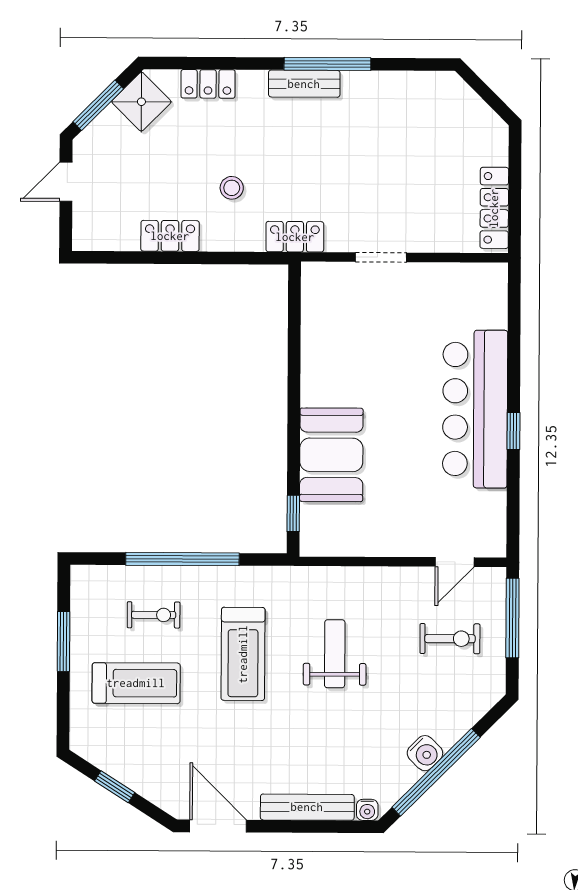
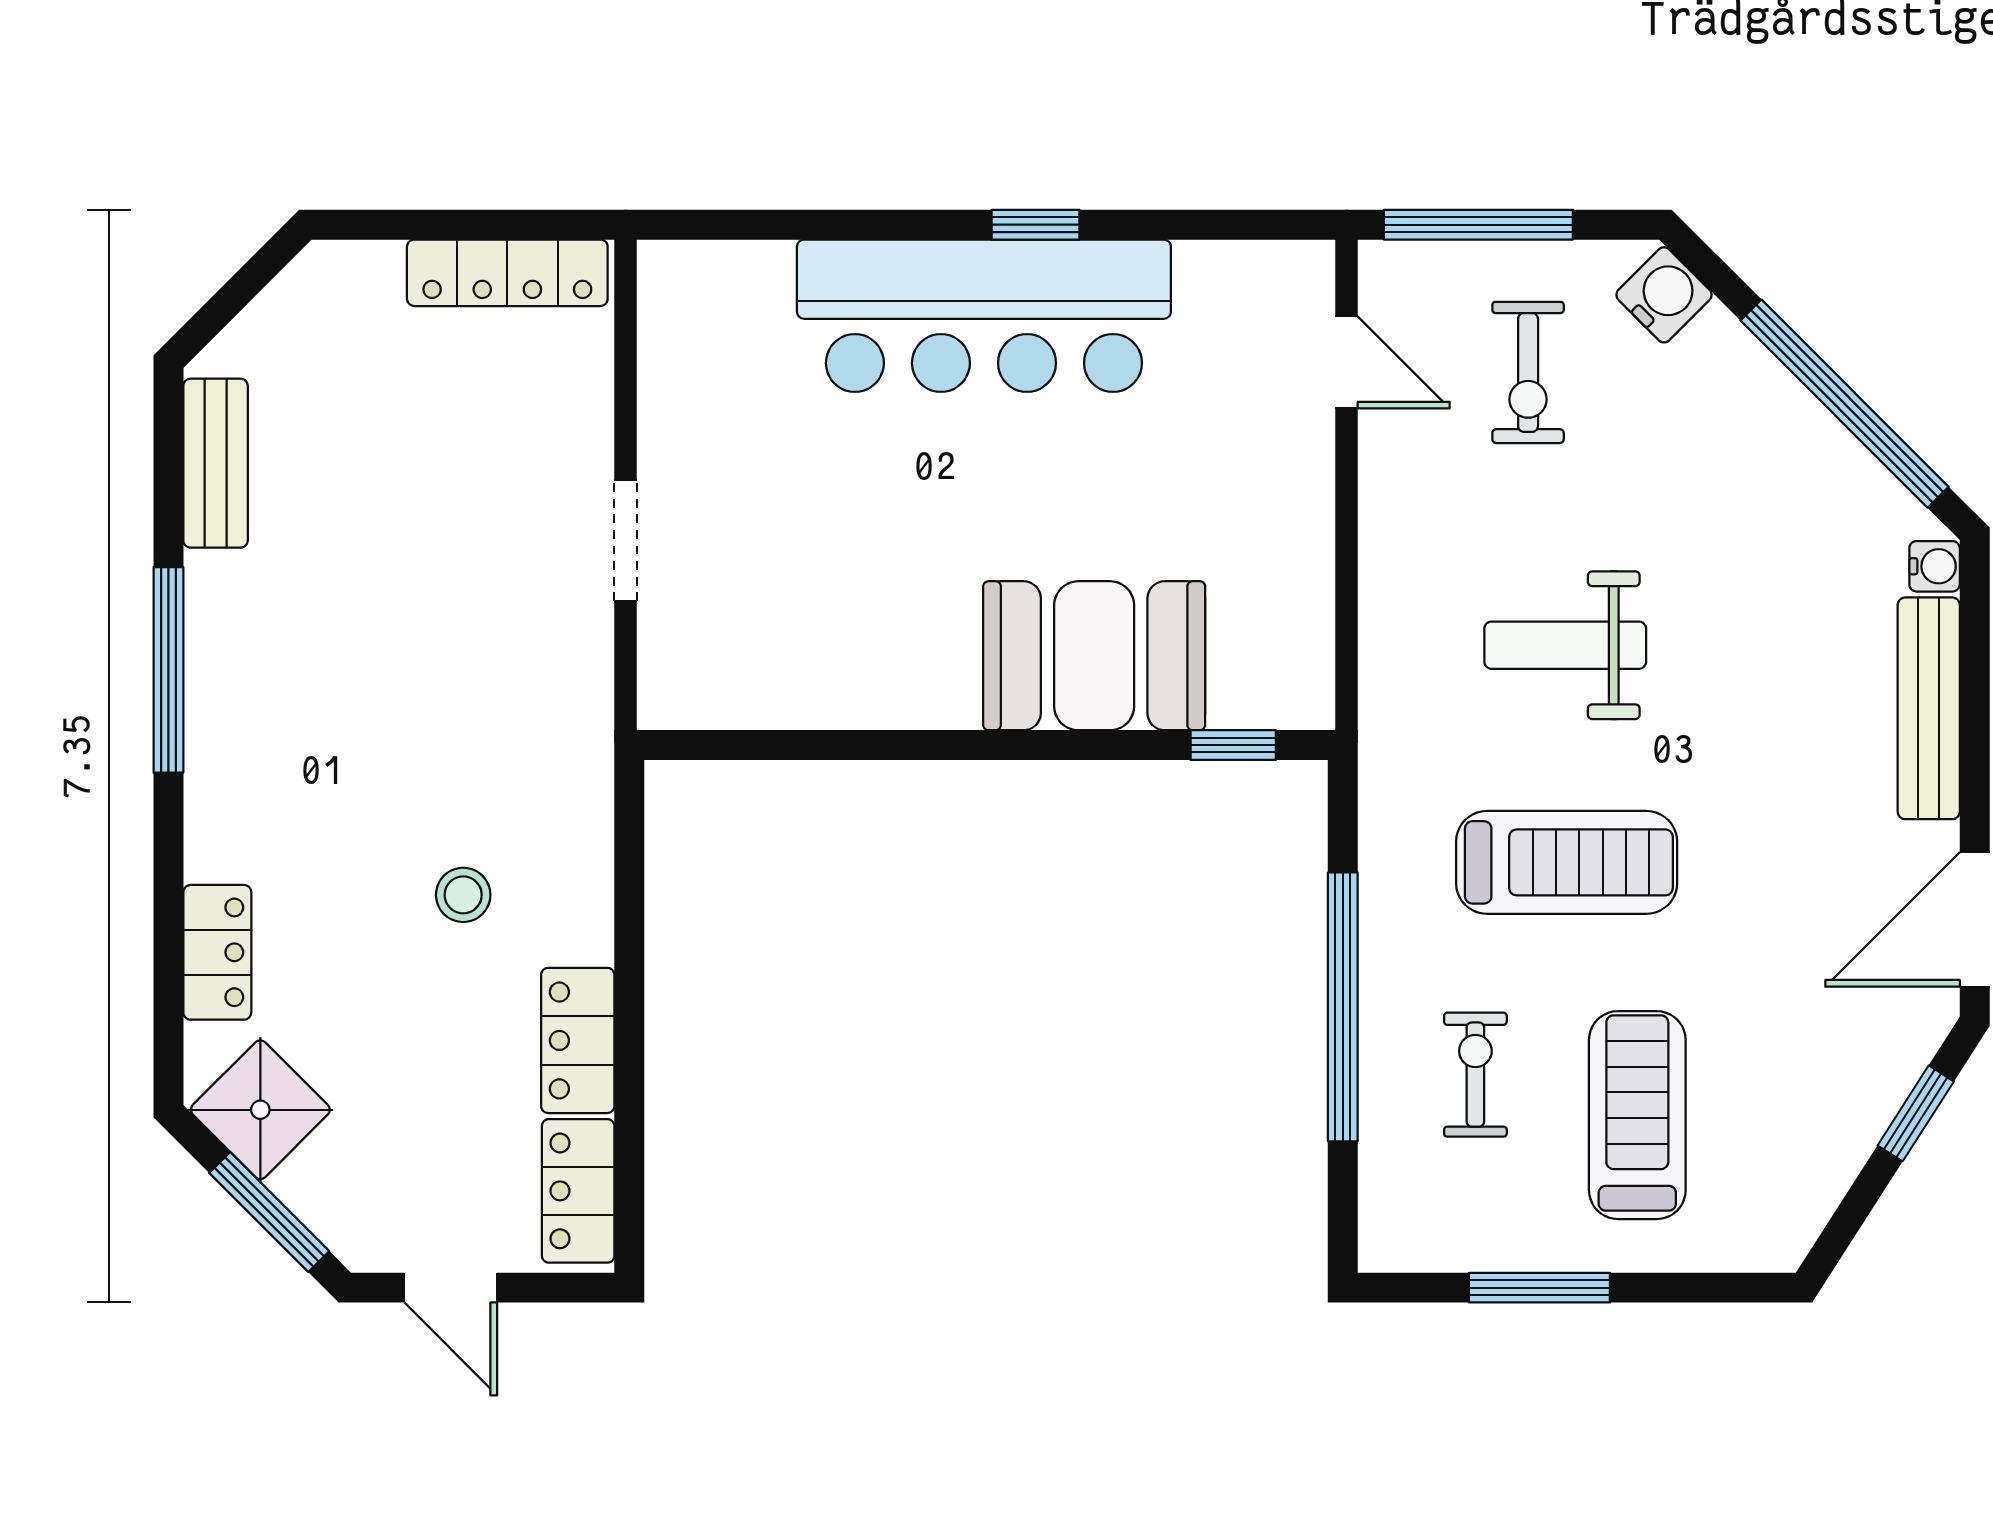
bench: (304, 84) -> (216, 463), moved
locker: (295, 237) -> (578, 1191), moved
exercise bike: (450, 639) -> (1528, 372), turned 180
water cooler: (425, 753) -> (1664, 295), moved
window: (115, 787) -> (1916, 1113), moved

